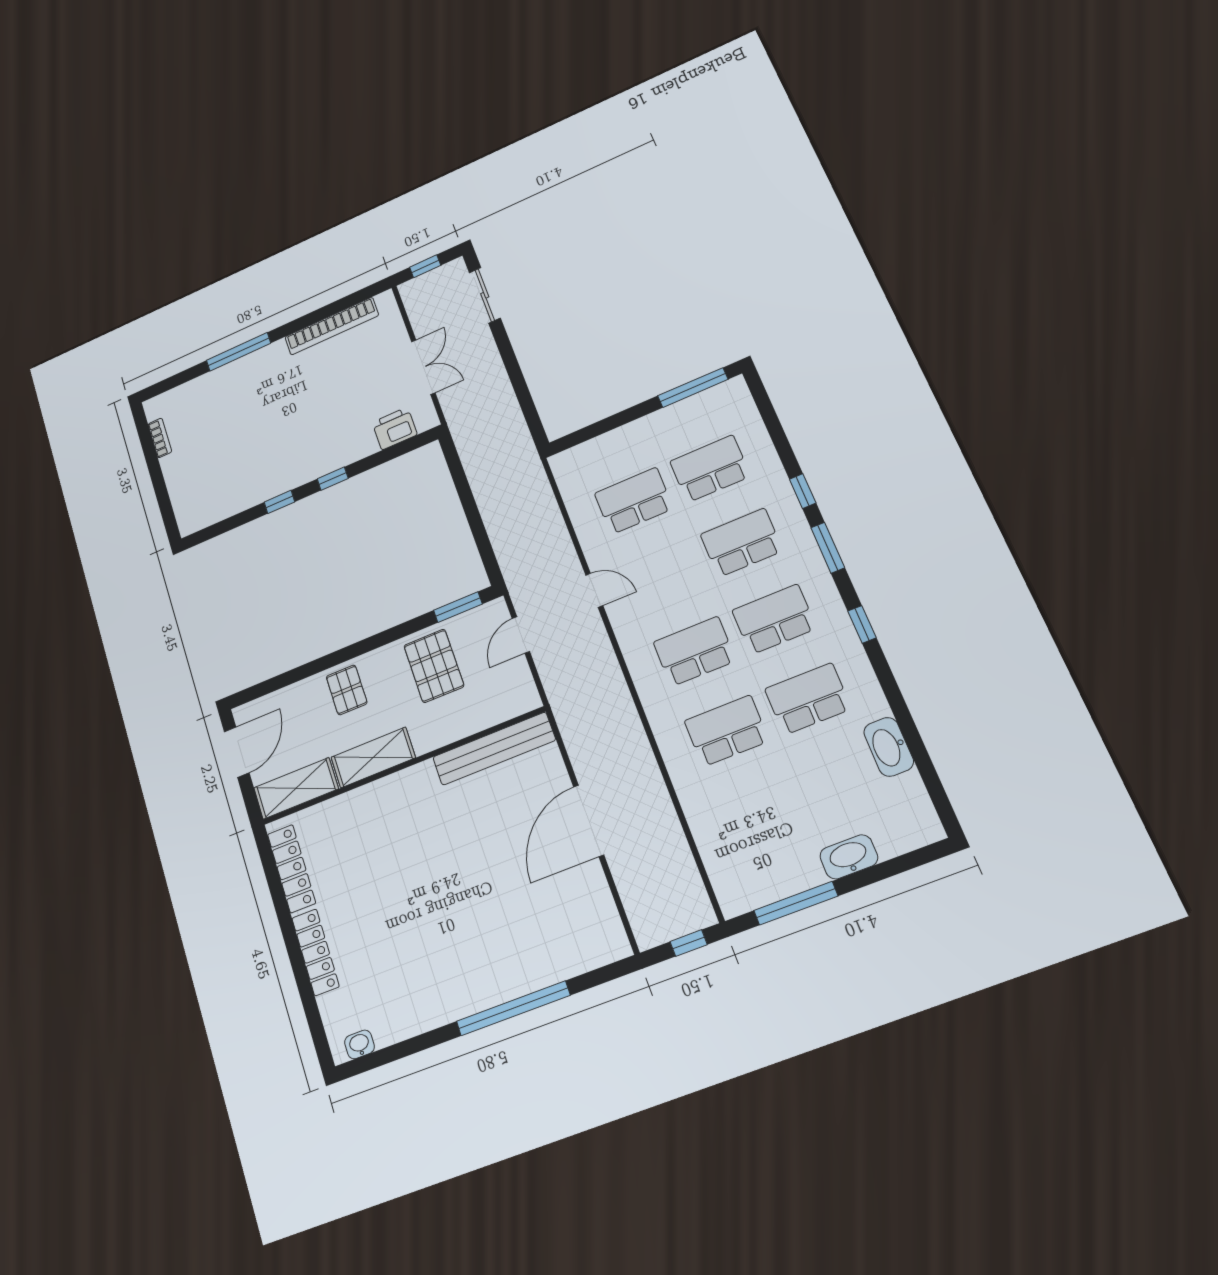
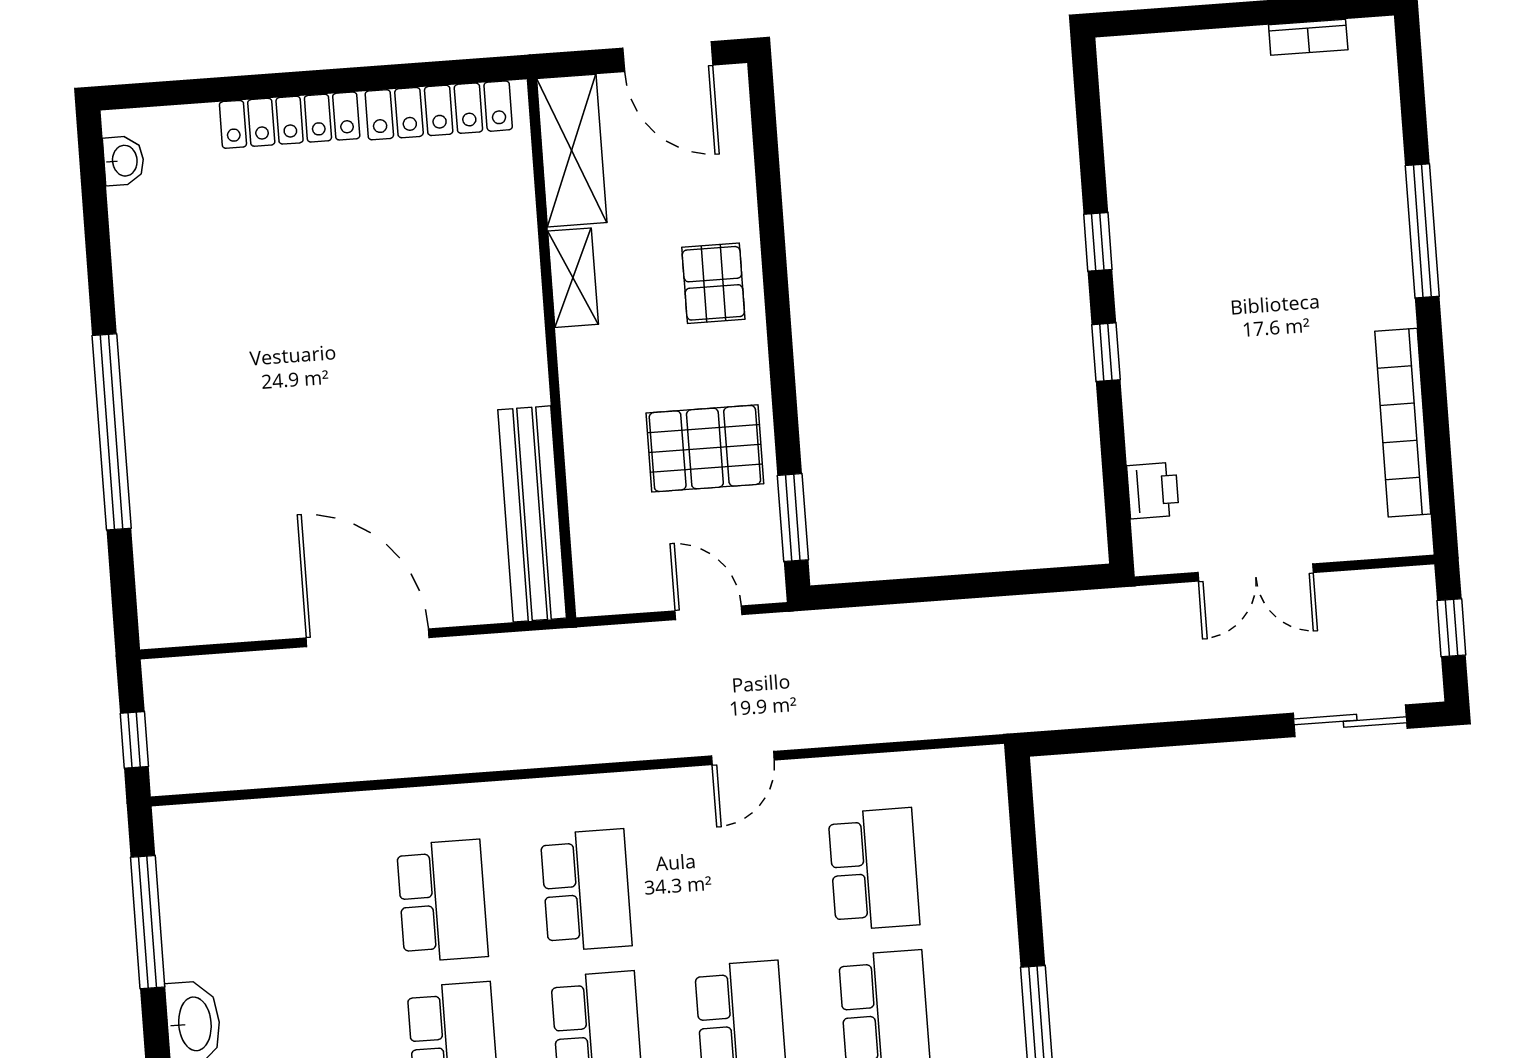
printer: (395, 428) -> (1153, 490), width x0.73, depth x0.81
pallet: (347, 690) -> (713, 283), turned 90
shelving: (373, 757) -> (573, 278), width x0.67, depth x0.75

